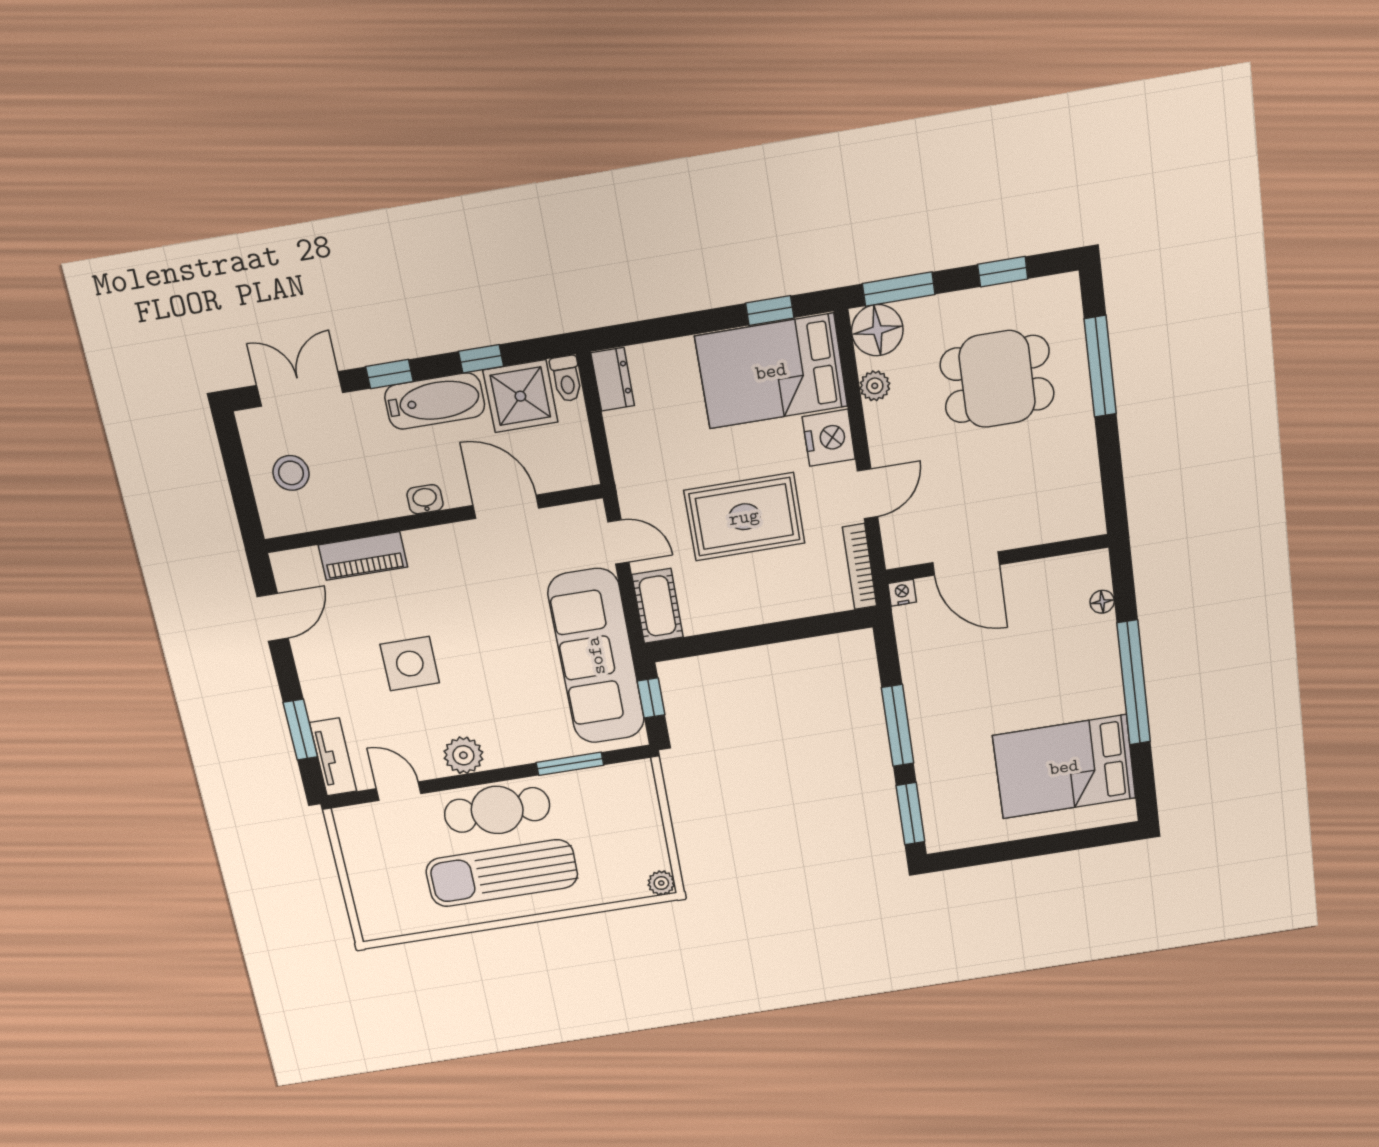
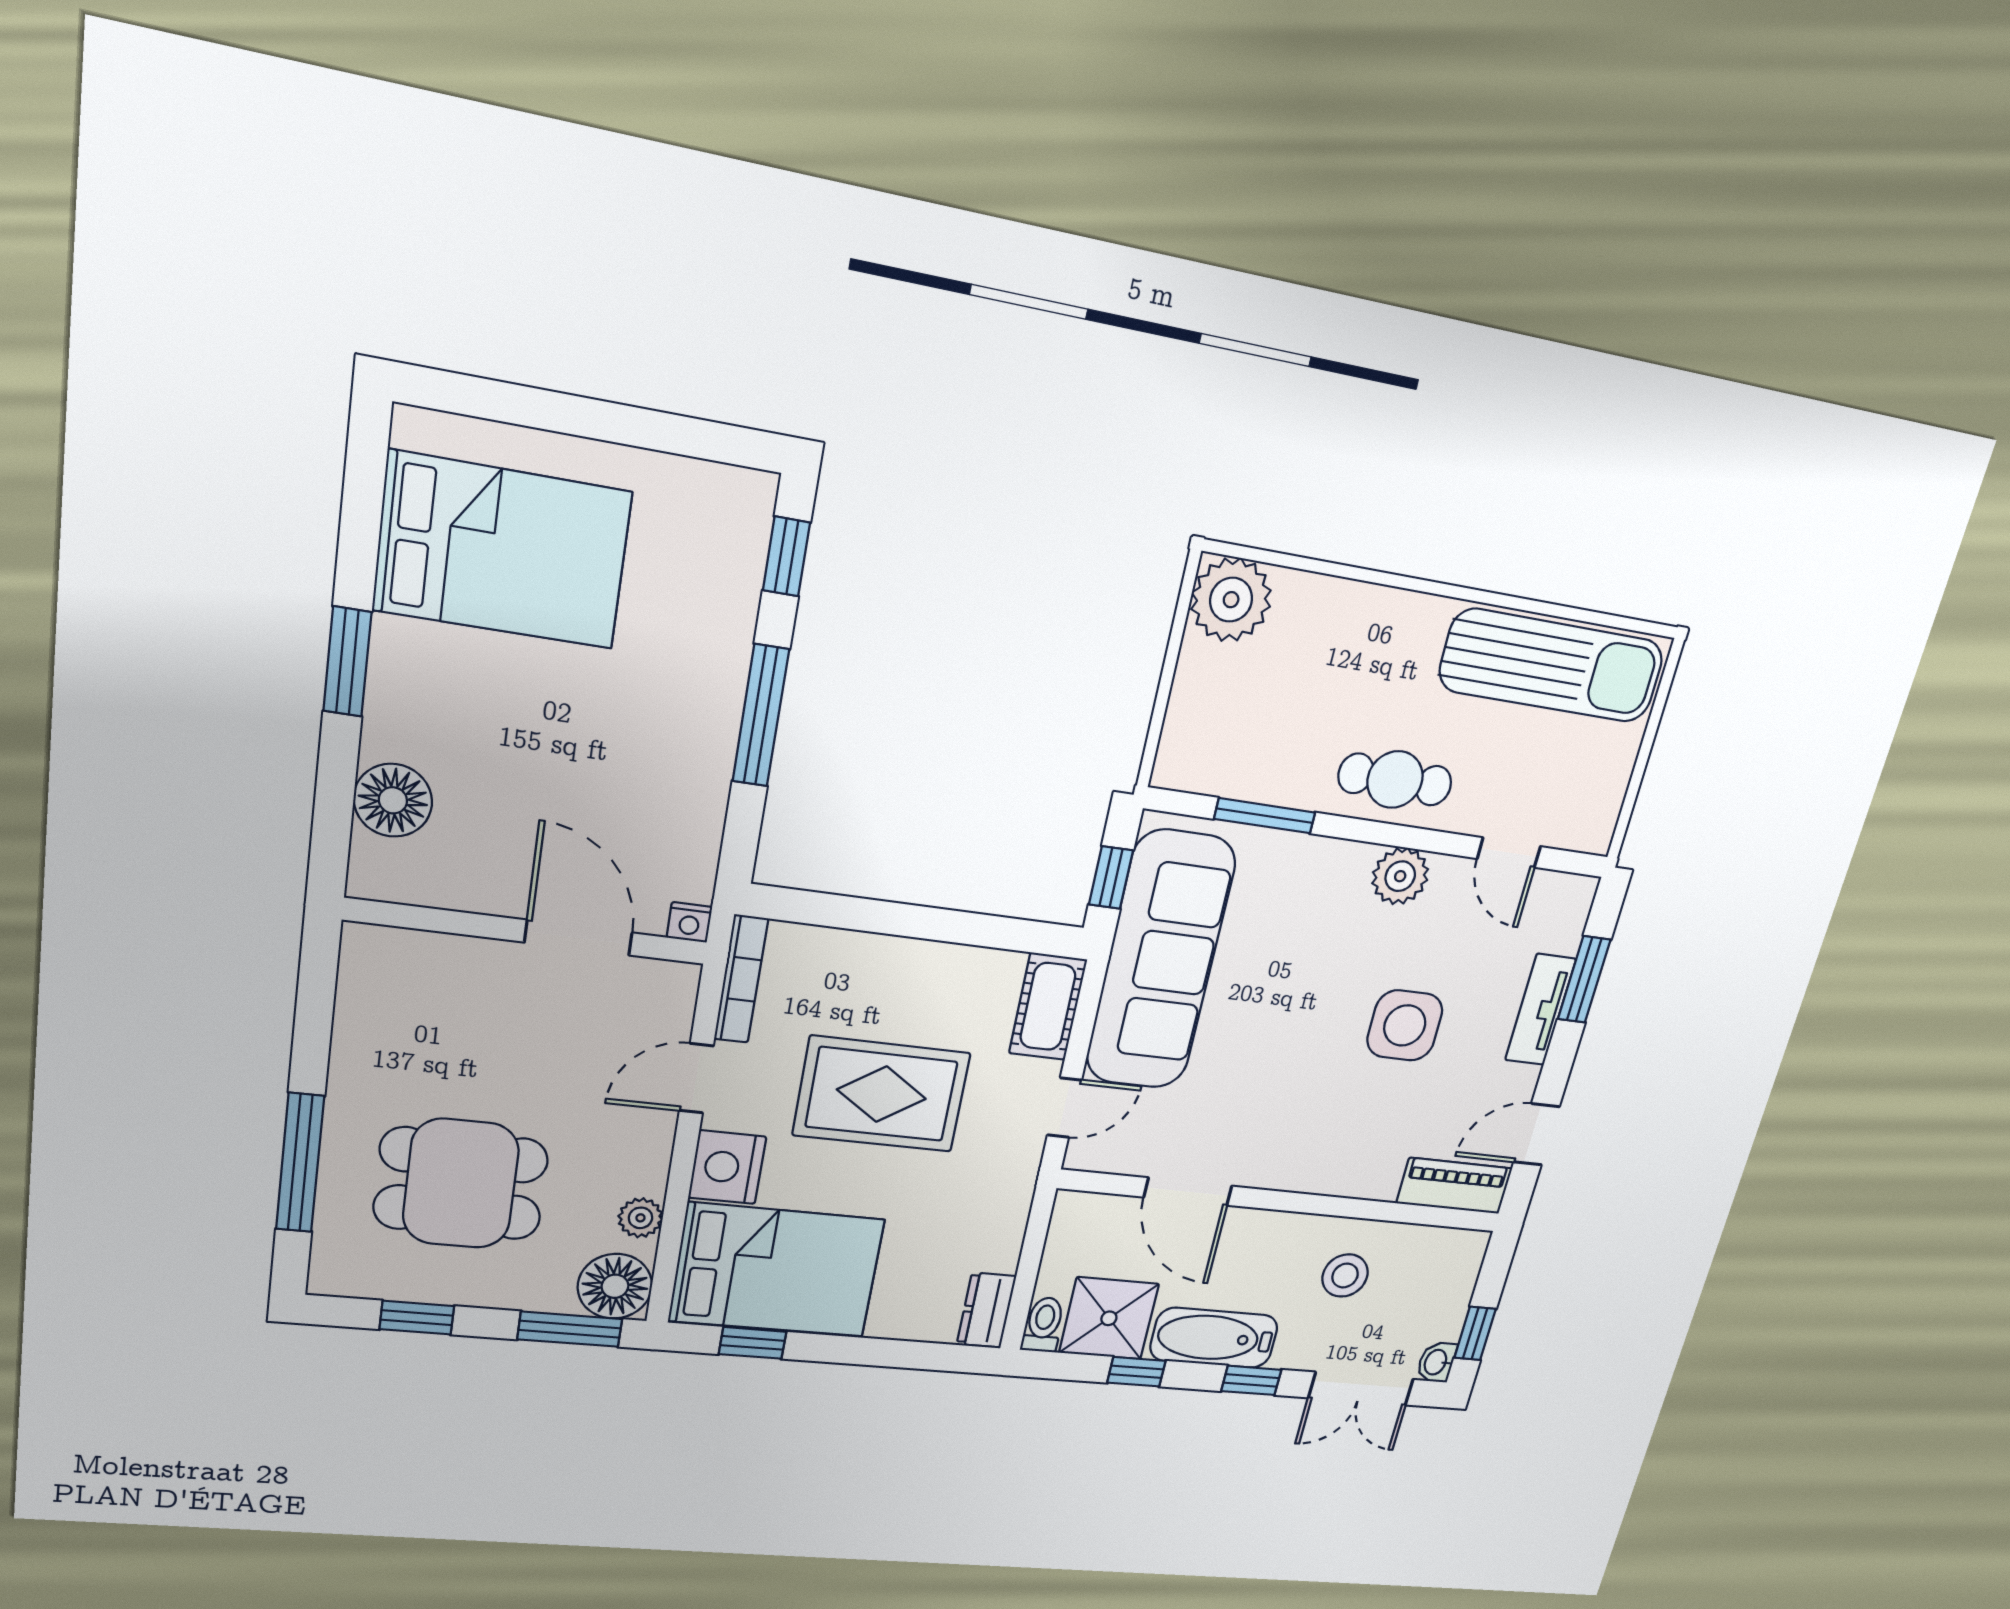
window: (233, 457) -> (1475, 1333), added
stool: (291, 473) -> (1345, 1276), moved
washbasin: (425, 499) -> (1436, 1362), moved, turned 90
door: (618, 542) -> (1064, 1108), swing flipped
piano: (363, 556) -> (1454, 1186), moved
floor lamp: (1102, 602) -> (393, 800), width x1.89, depth x1.89
window: (1134, 683) -> (347, 662), width x0.47
tv unit: (333, 757) -> (1540, 1010), moved
cafe table: (497, 810) -> (1395, 780), width x0.73, depth x0.74
window: (910, 814) -> (786, 556), width x0.67
sun lounger: (502, 873) -> (1552, 666), moved
plant: (661, 883) -> (1231, 600), width x1.88, depth x1.88

